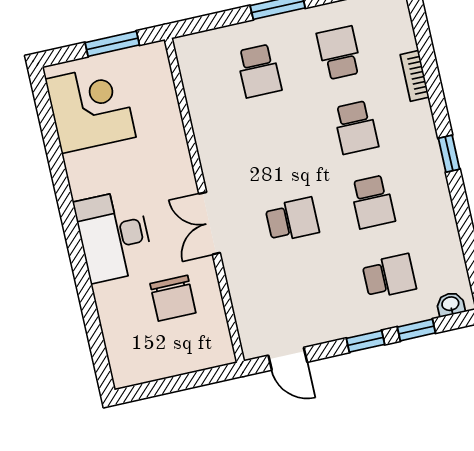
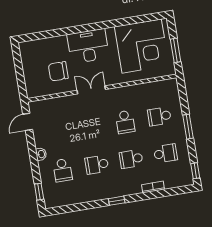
corner desk: (91, 108) -> (142, 46), width x1.36, depth x1.36
school desk: (292, 220) -> (125, 122), moved
washbasin: (450, 304) -> (41, 154), moved
window: (416, 330) -> (39, 192), moved
window: (366, 341) -> (34, 158), removed

